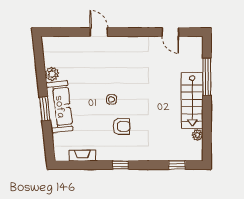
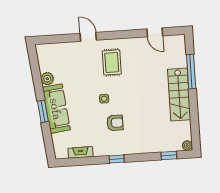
rug: (122, 61) -> (112, 62), added
plant: (197, 135) -> (187, 145), moved

